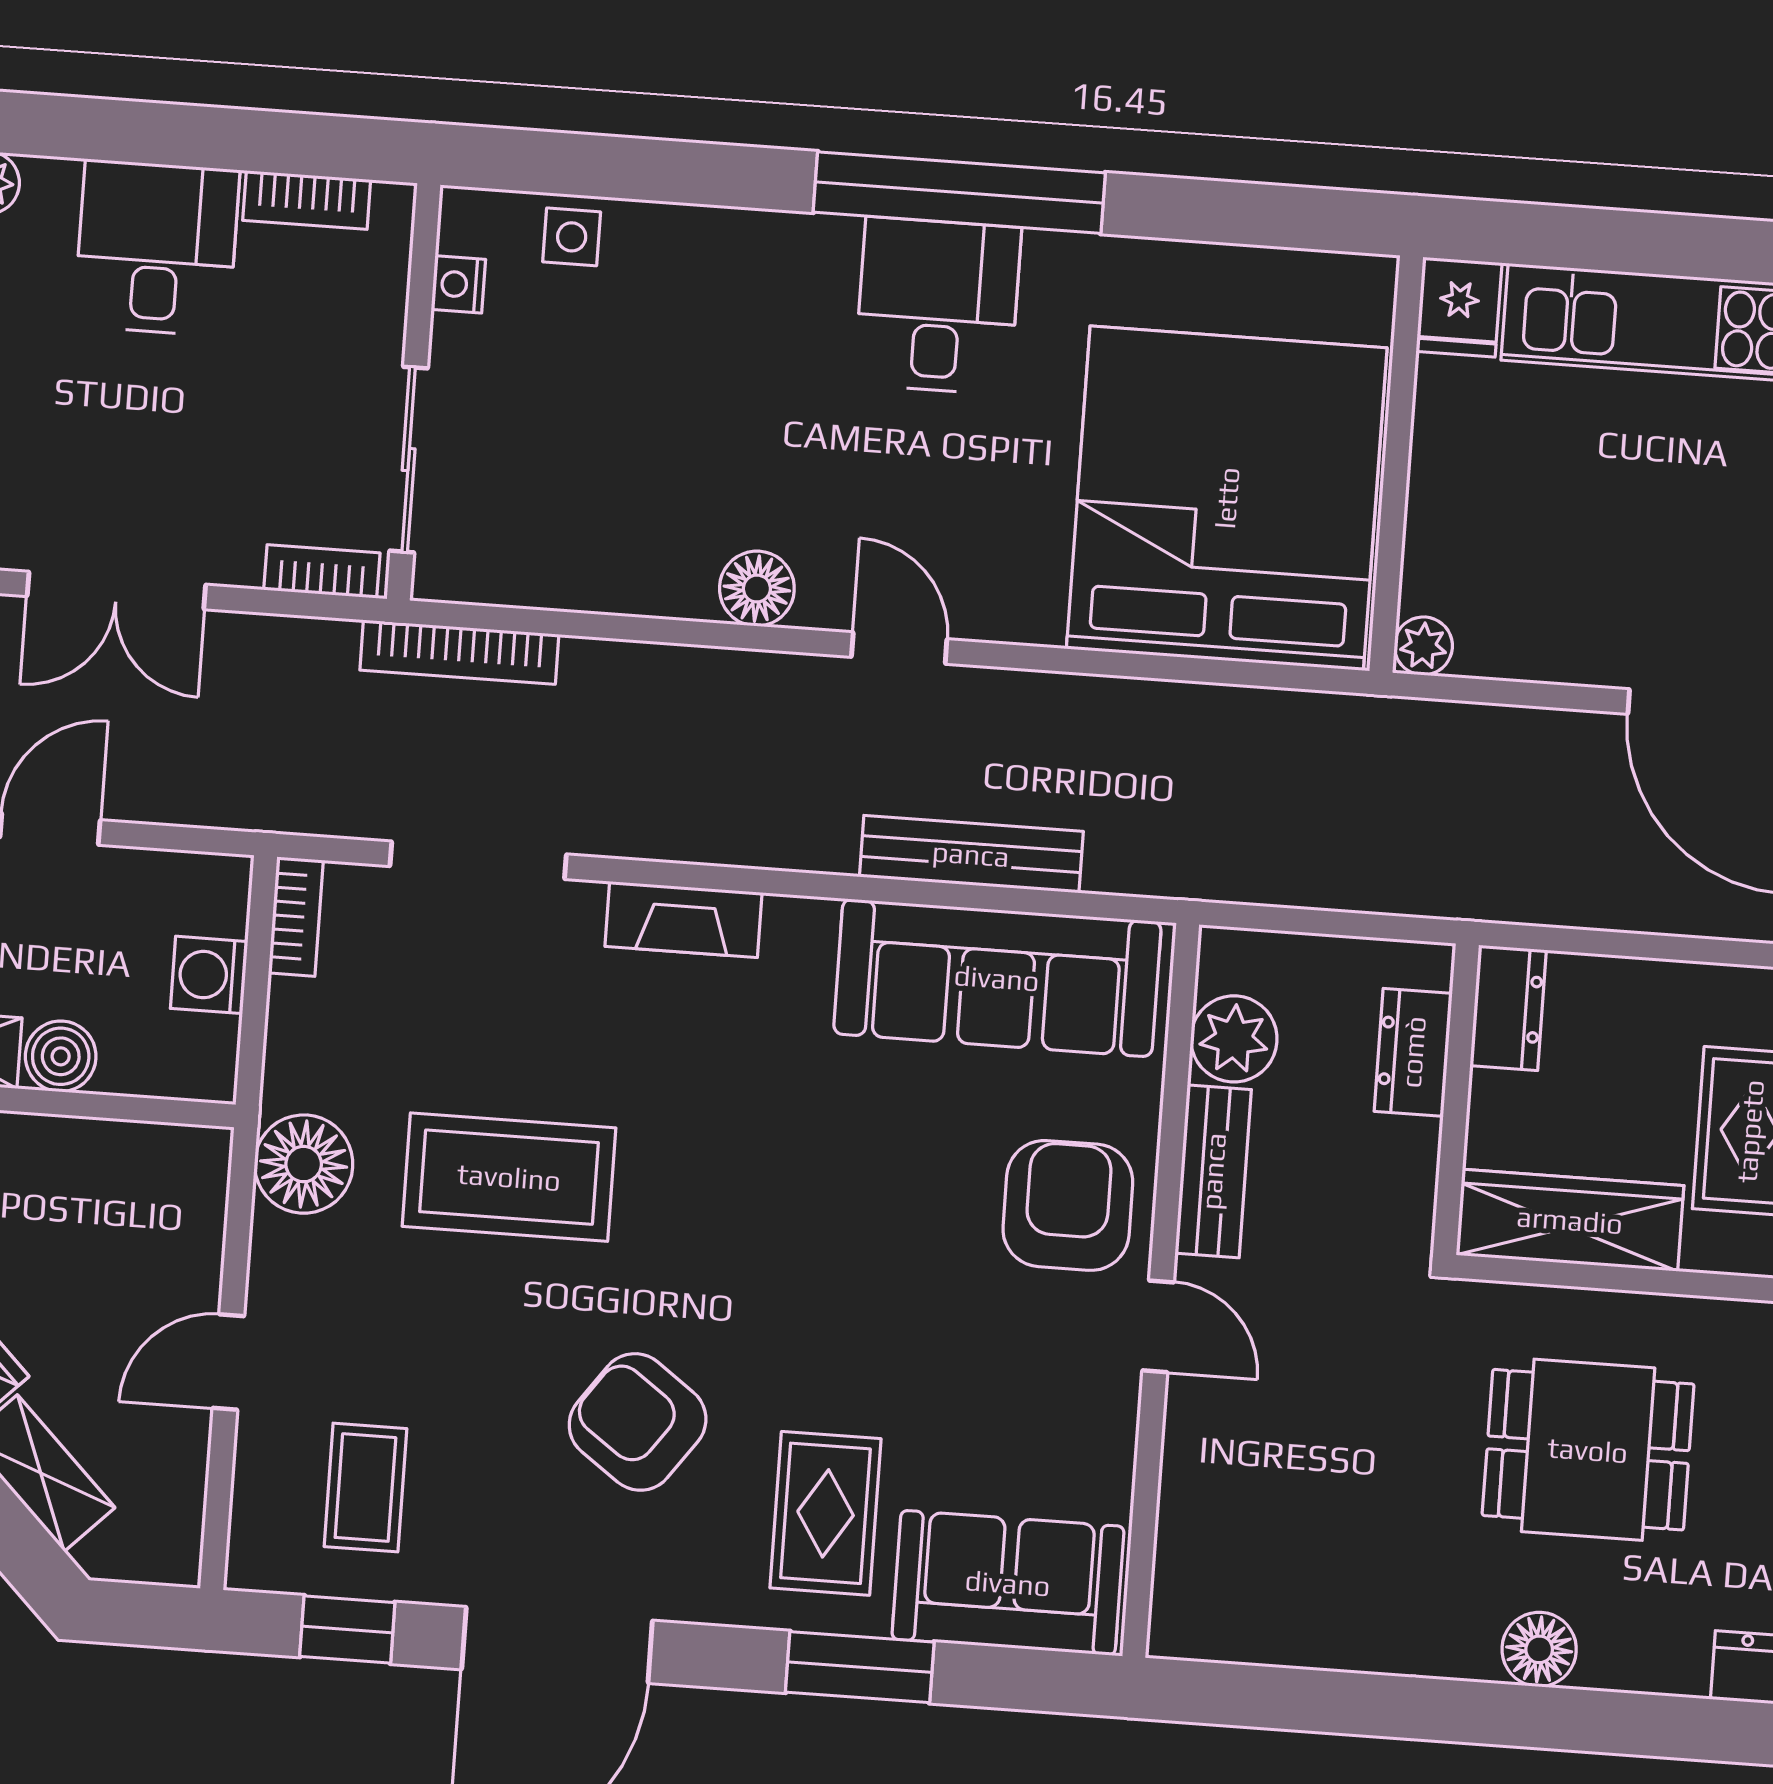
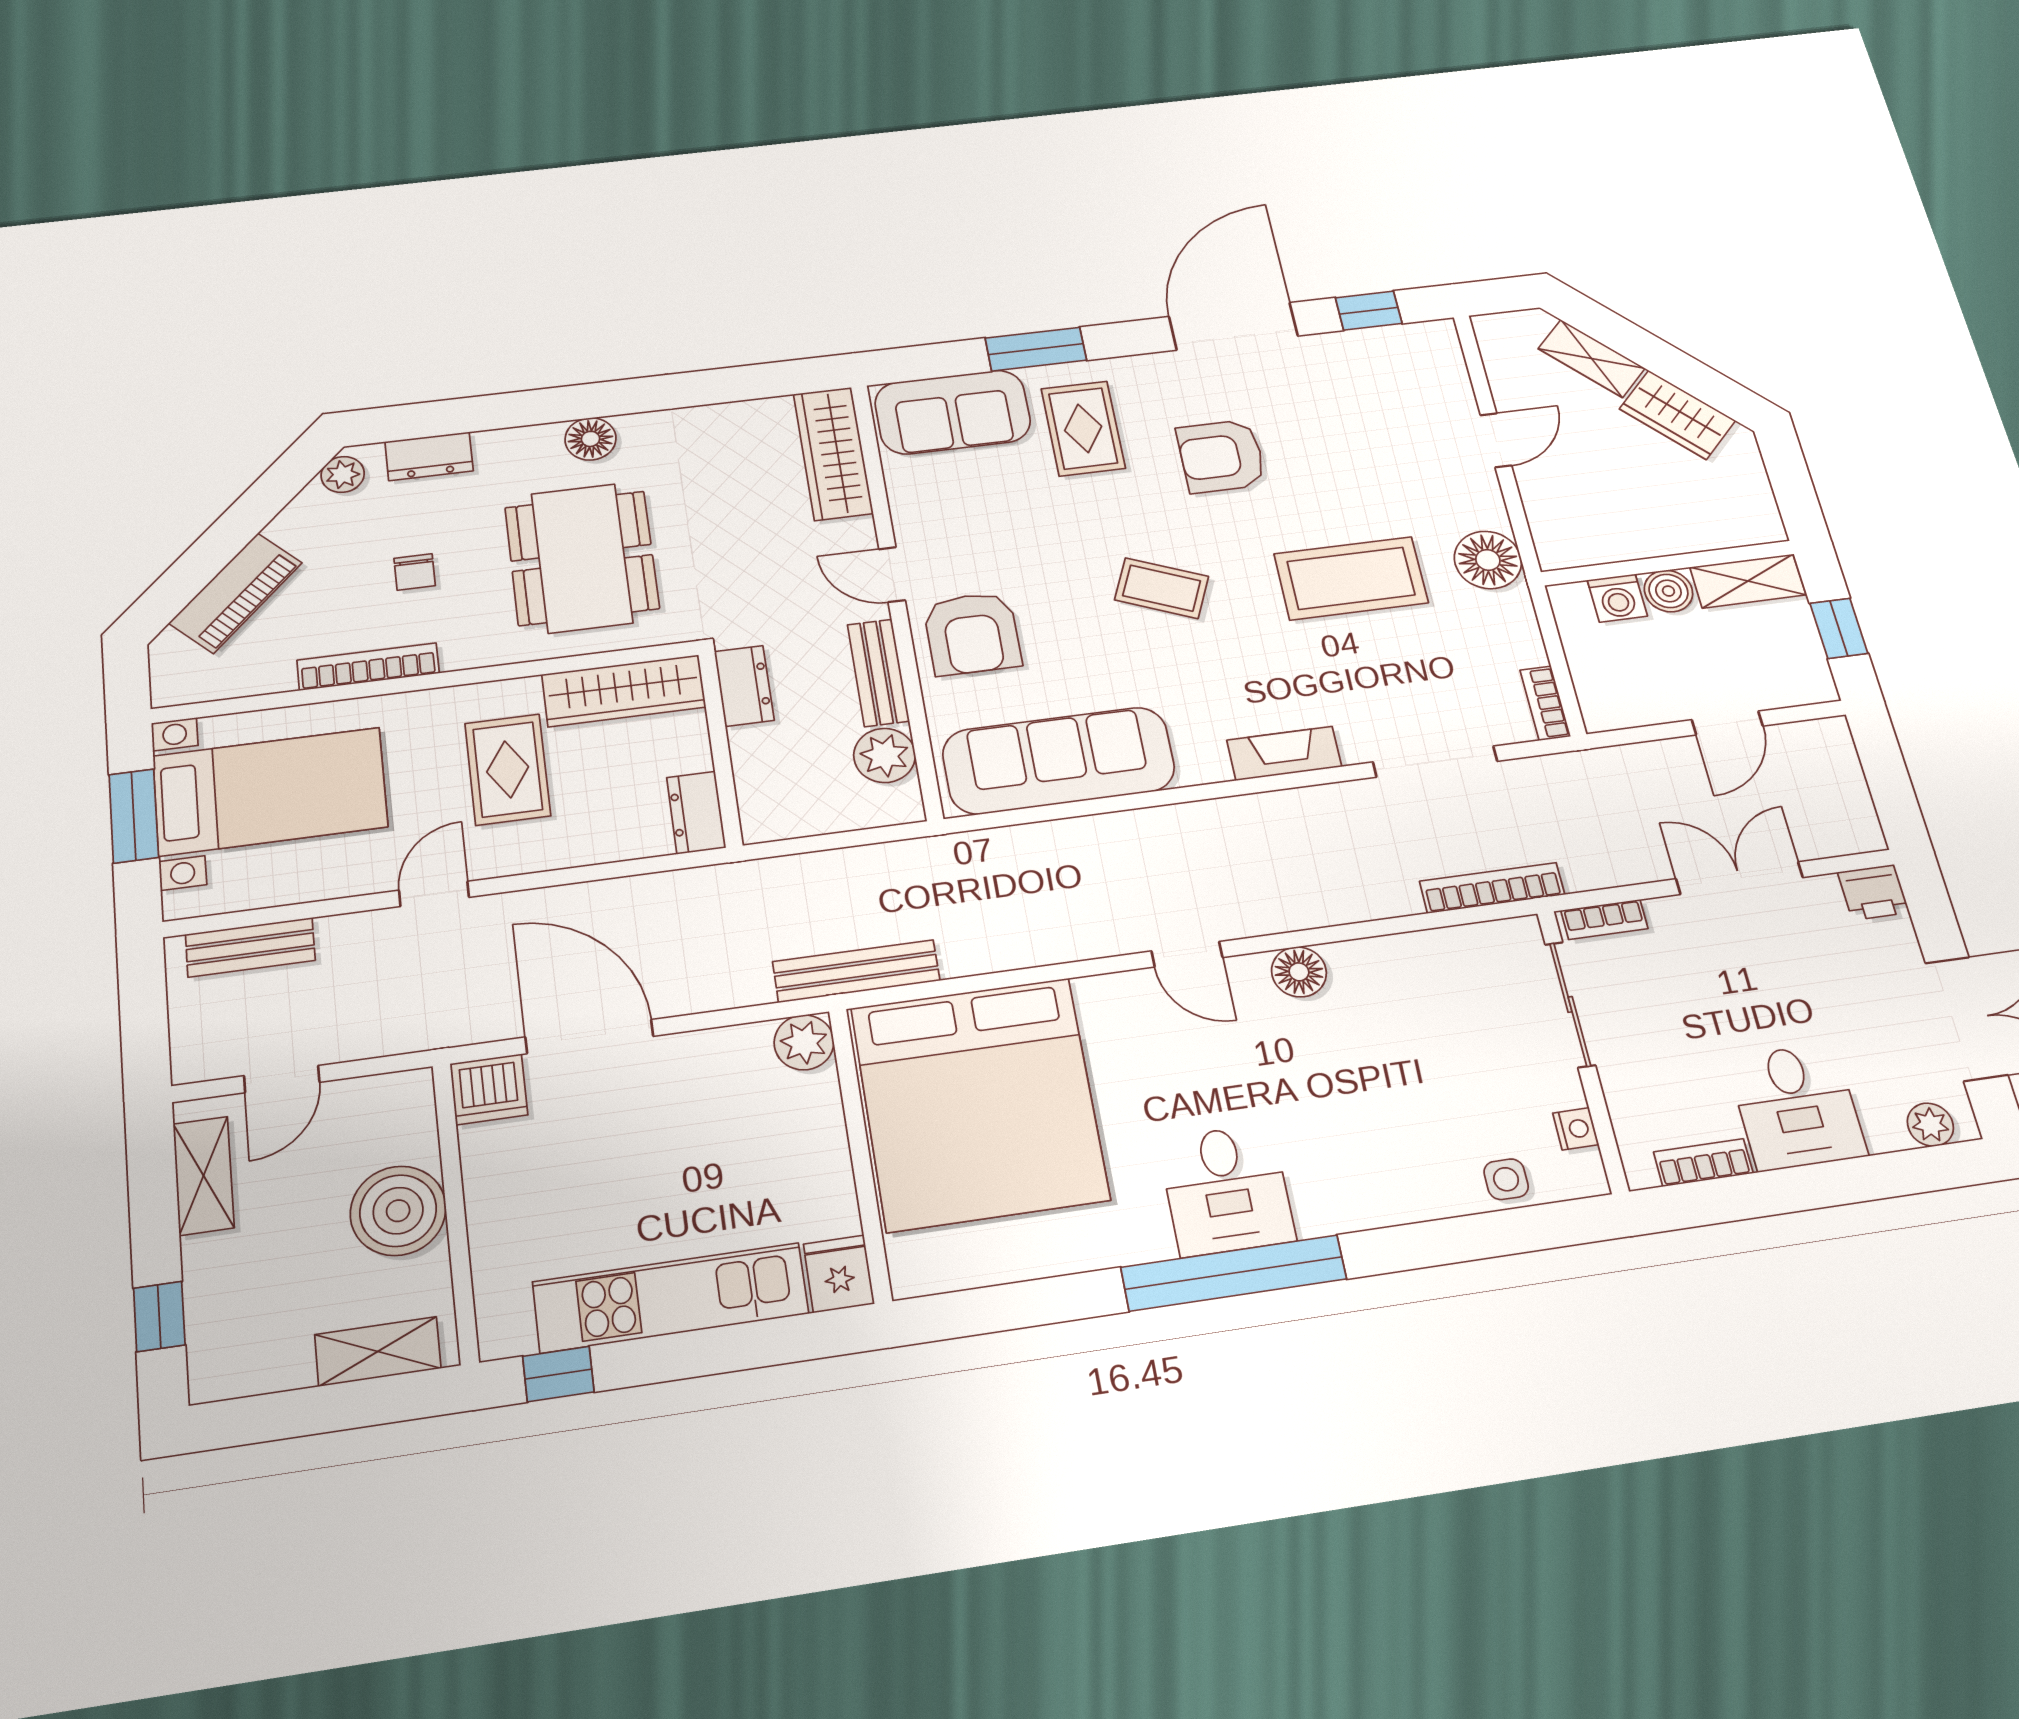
plant: (1423, 646) -> (804, 1042), width x1.38, depth x1.38
bench: (971, 854) -> (856, 971), moved
washing machine: (209, 975) -> (1617, 598), moved, turned 90
dresser: (1413, 1052) -> (744, 686), moved
armchair: (638, 1422) -> (1221, 456), turned 144
dining table: (1588, 1450) -> (582, 558), width x1.38
coffee table: (365, 1488) -> (1162, 588), moved, turned -67
wardrobe: (1197, 1549) -> (833, 453), added

